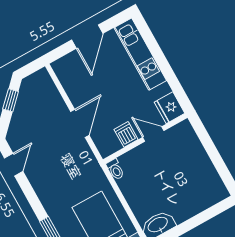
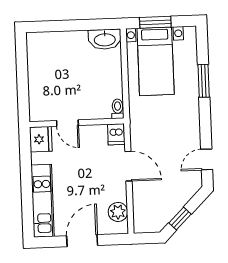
plant: (68, 78) -> (118, 212), added
door: (80, 123) -> (128, 166), swing flipped
dishwasher: (126, 134) -> (116, 134), moved

